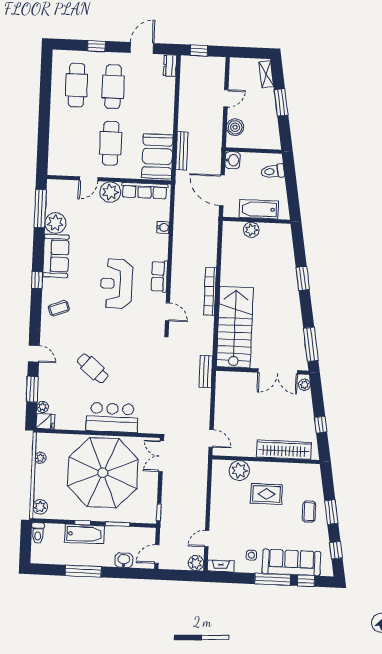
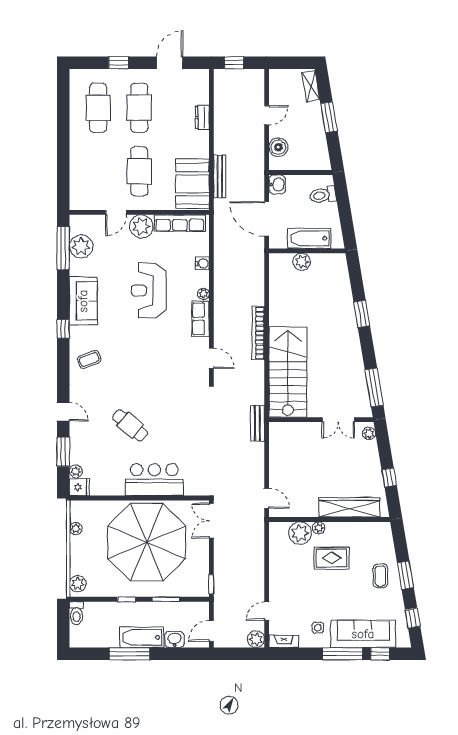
dresser: (170, 66) -> (202, 118), moved
plant: (55, 223) -> (81, 246), moved
plant: (163, 254) -> (203, 294), added
reception desk: (116, 284) -> (149, 290), moved
double door: (278, 371) -> (338, 420), width x0.73
plant: (256, 467) -> (319, 528), added
bathtub: (84, 534) -> (142, 637), moved, turned 180

